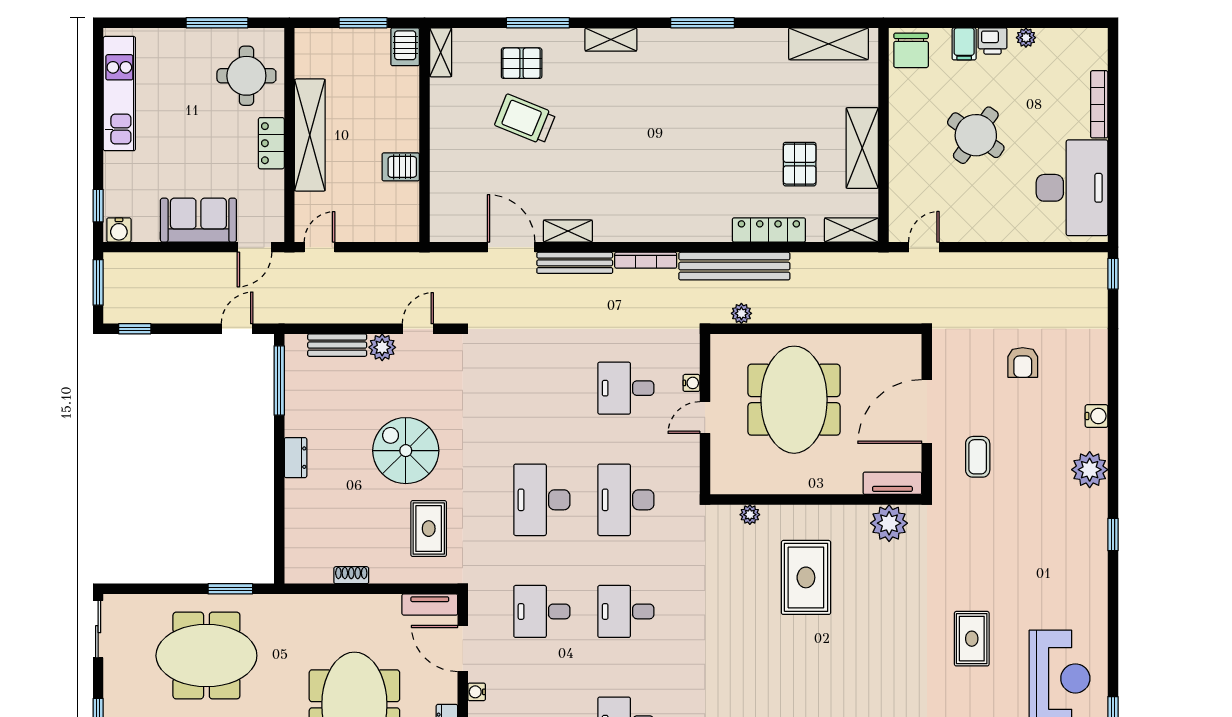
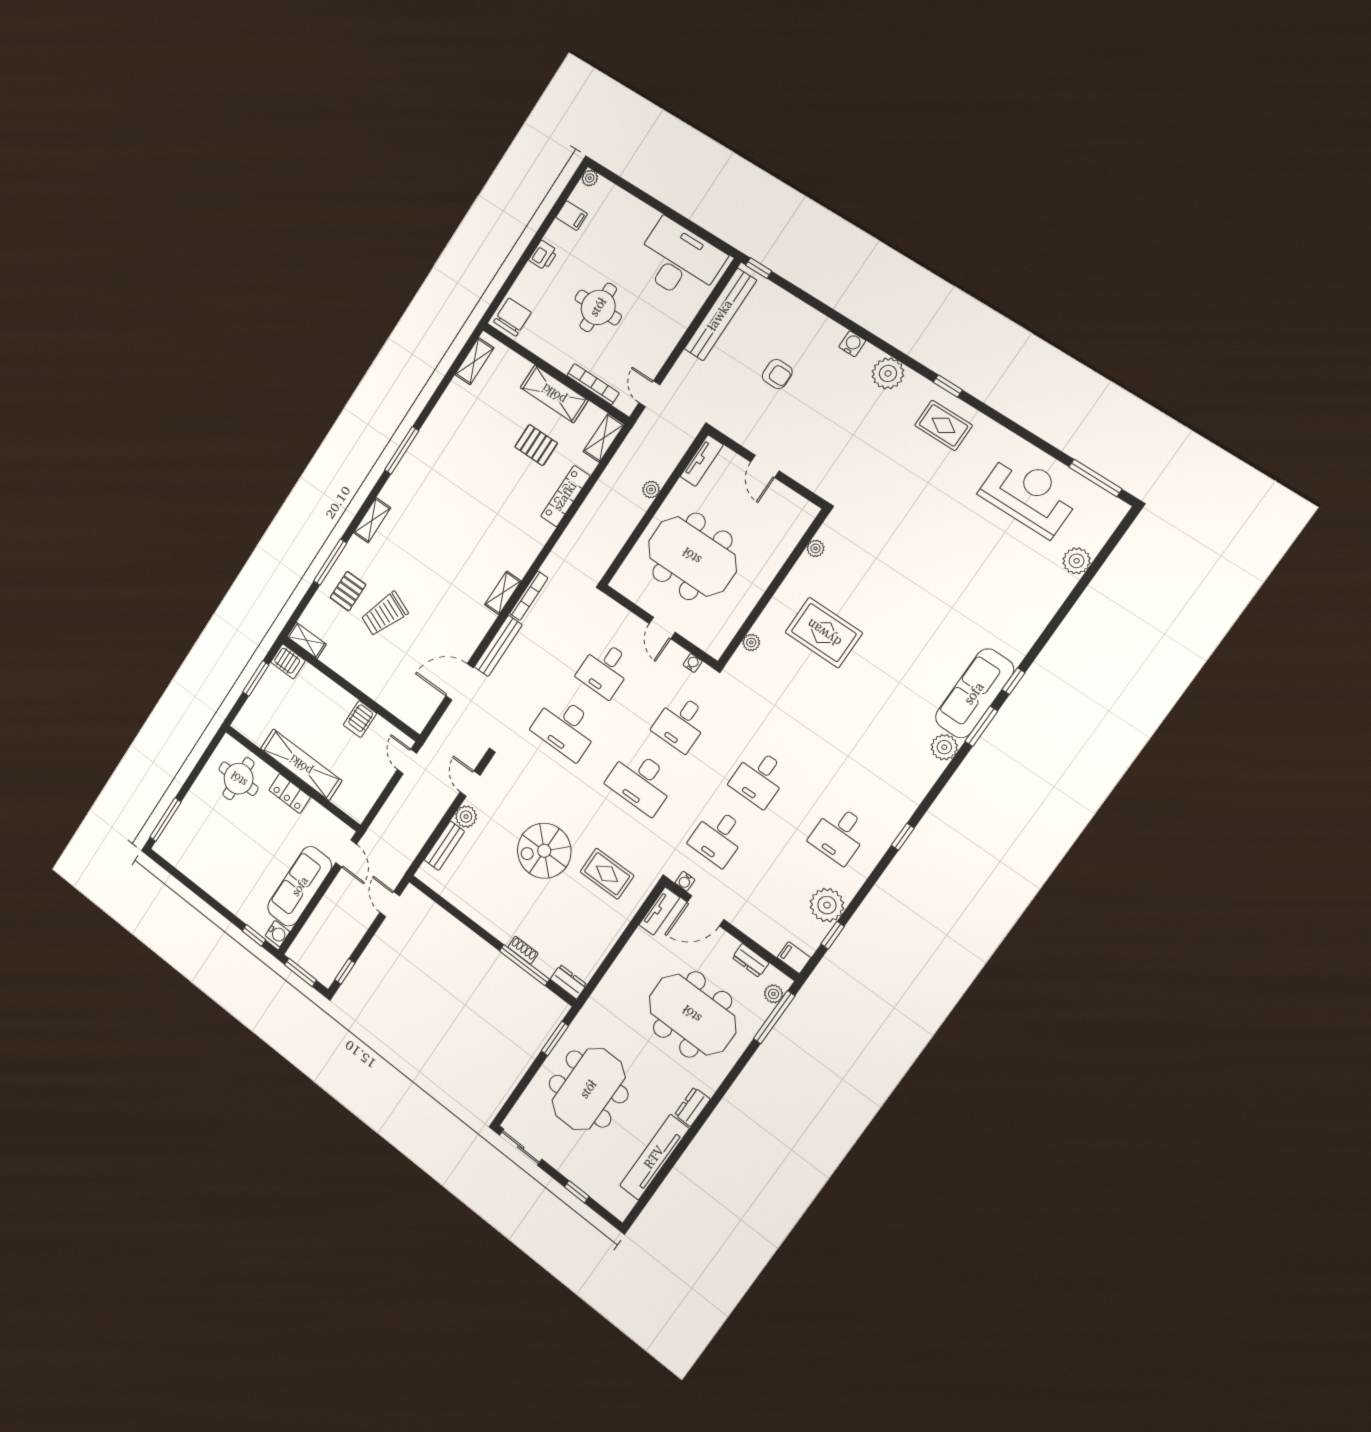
window: (217, 23) -> (165, 820), moved
plant: (1026, 38) -> (590, 178), moved
shelving: (829, 44) -> (474, 361), width x0.67, depth x0.75
filing cabinet: (964, 44) -> (572, 216), moved
chair: (911, 50) -> (512, 317), turned -90
kitchen unit: (119, 94) -> (196, 869), removed
bookcase: (1099, 104) -> (593, 384), moved, turned 180
round table: (976, 135) -> (598, 307), turned -35
sofa: (198, 220) -> (300, 886), width x1.36
shelving: (568, 231) -> (503, 593), moved
door: (320, 247) -> (407, 761), moved
bench: (734, 266) -> (720, 315), moved
plant: (741, 313) -> (651, 490), moved
window: (279, 380) -> (524, 965), moved
water cooler: (691, 383) -> (693, 663), moved
desk: (542, 388) -> (566, 728), added
door: (927, 411) -> (765, 466), width x0.53
coffee table: (978, 457) -> (822, 450), removed
dresser: (296, 458) -> (568, 982), moved
tv unit: (892, 483) -> (702, 461), moved, turned 180
desk: (626, 500) -> (681, 723), width x0.73
plant: (889, 523) -> (816, 548), width x0.53, depth x0.53
shoe rack: (351, 575) -> (523, 950), moved, turned 90
rug: (972, 639) -> (944, 425), moved
water cooler: (477, 692) -> (685, 881), moved

